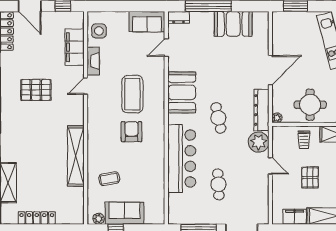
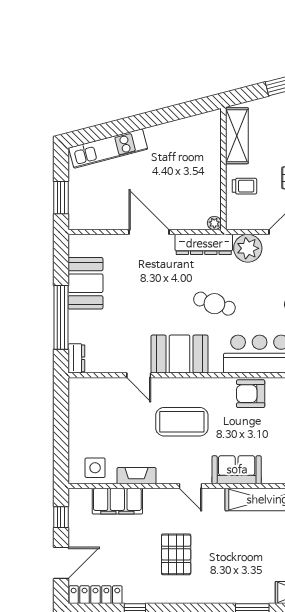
sofa: (147, 22) -> (237, 470), moved, turned -90
door: (166, 48) -> (139, 375), moved
door: (86, 86) -> (191, 486), moved
round table: (310, 105) -> (196, 178), removed
cafe table: (218, 118) -> (214, 304), turned 30
armchair: (132, 132) -> (251, 394), moved

